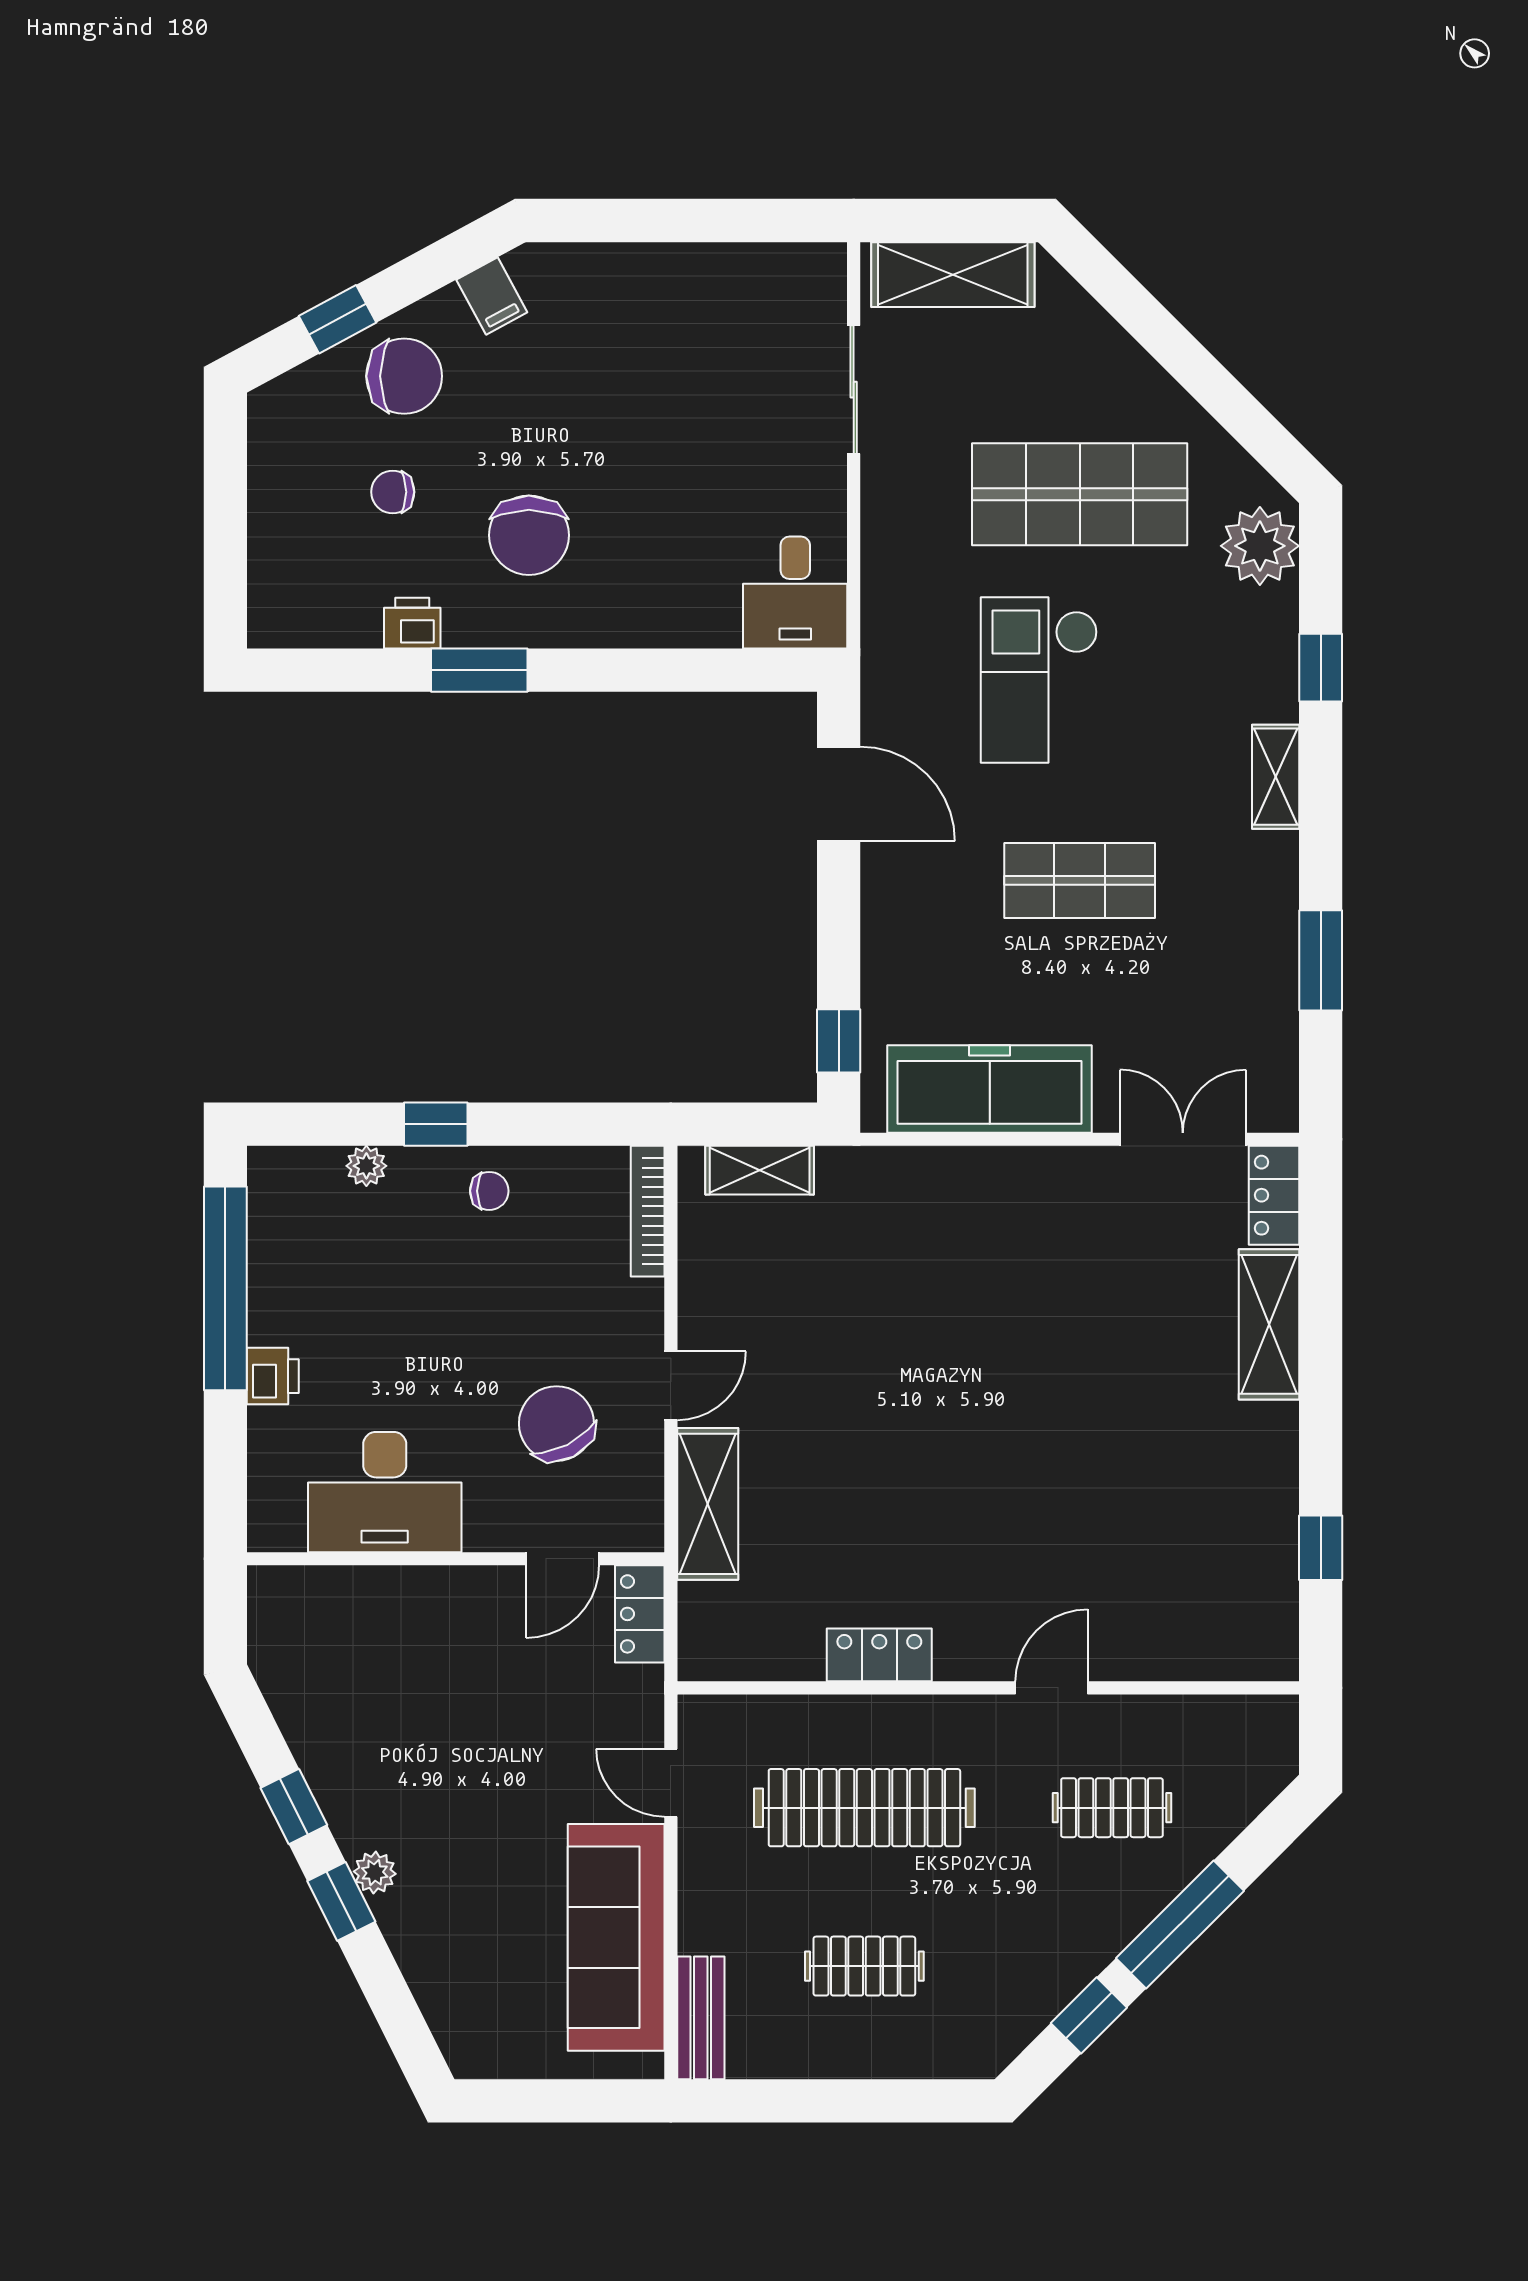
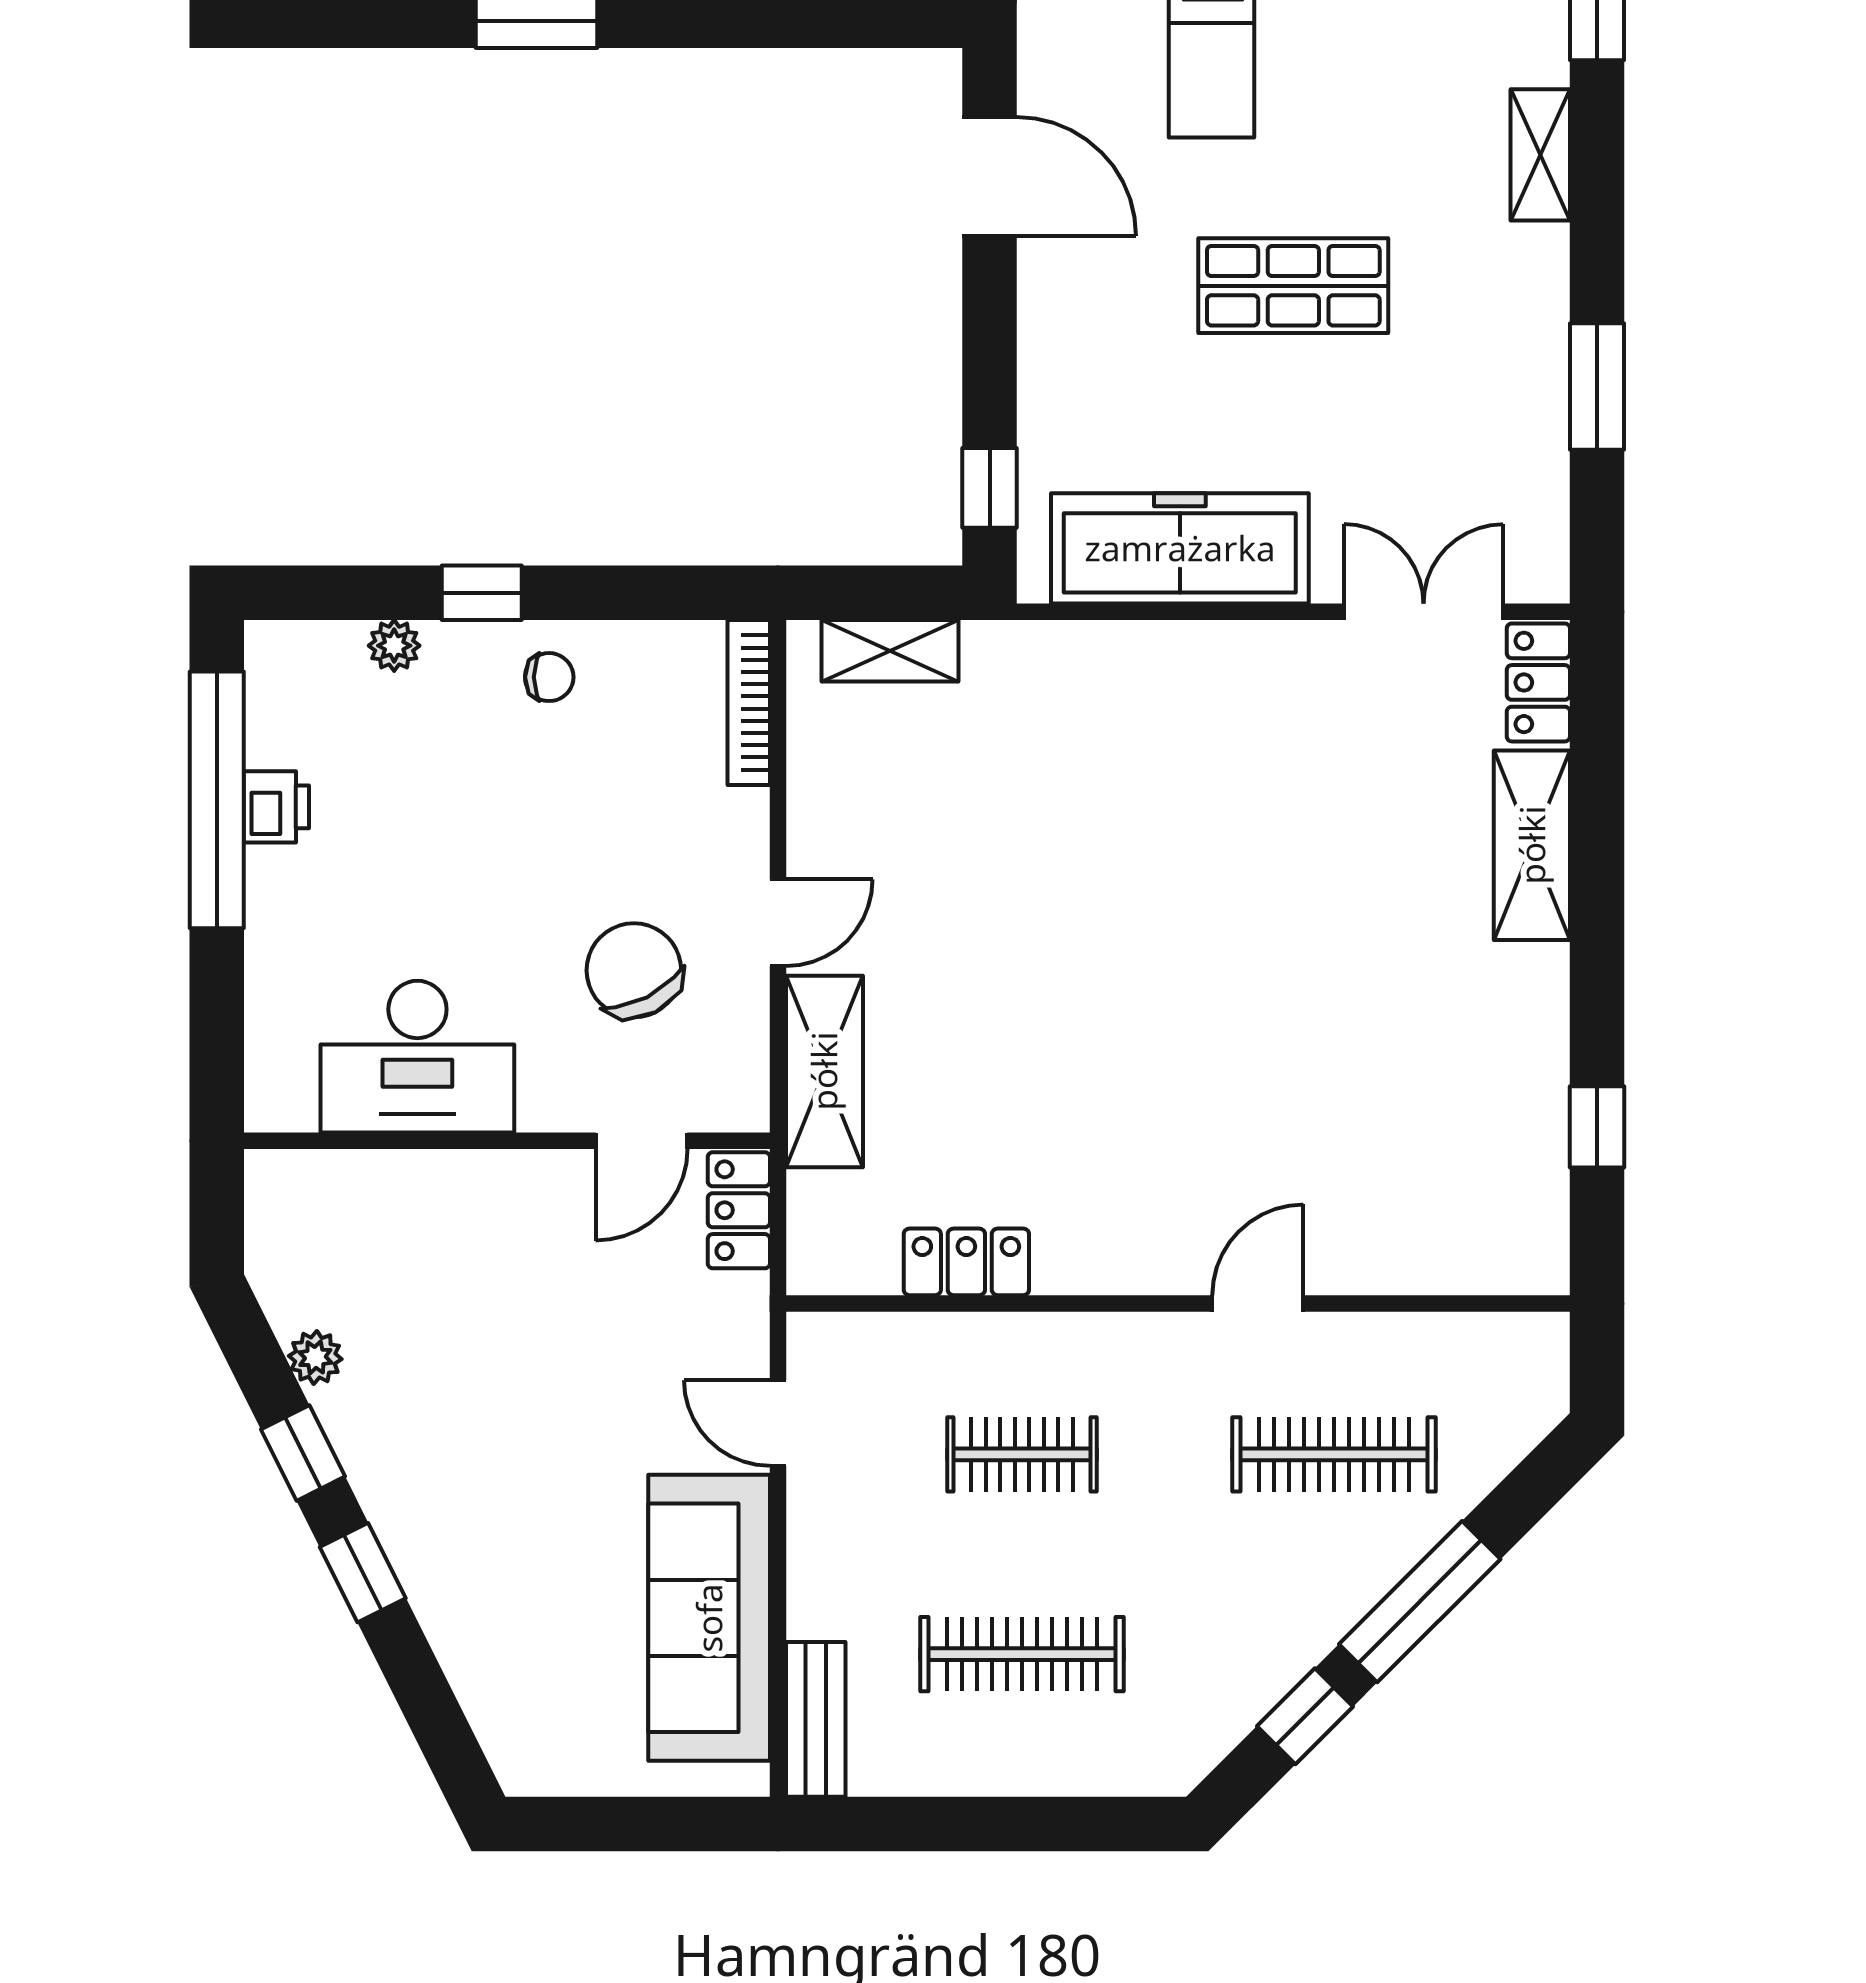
printer: (273, 1376) -> (276, 807), moved
locker: (879, 1655) -> (966, 1262), moved
clothes rail: (864, 1808) -> (1022, 1454), width x0.54, depth x0.76
clothes rail: (1112, 1808) -> (1334, 1454), width x1.36
plant: (375, 1873) -> (315, 1357), moved
clothes rail: (864, 1966) -> (1022, 1654), width x1.36

